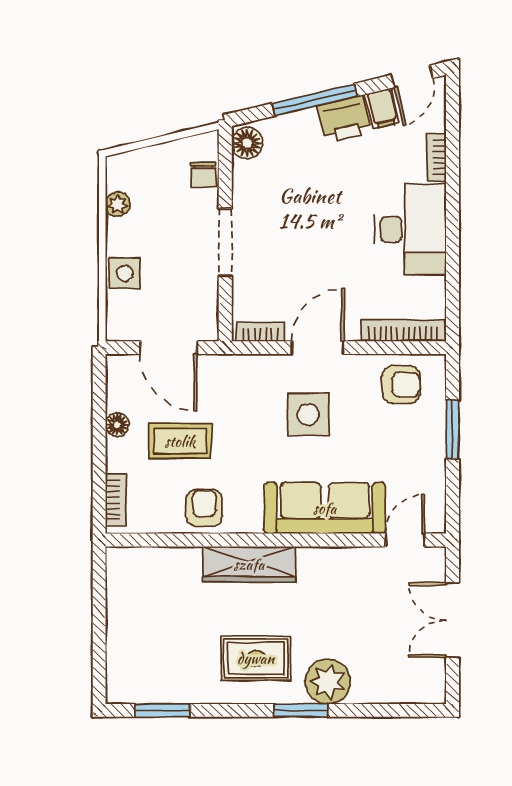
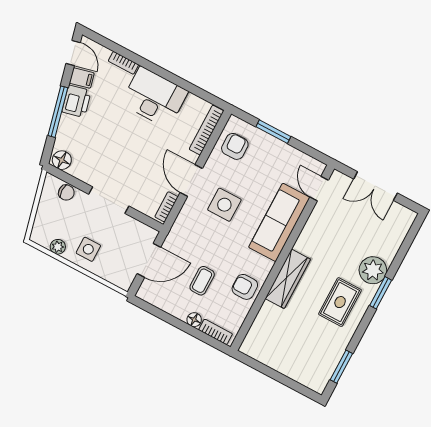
side table: (125, 273) -> (88, 249), moved
floor lamp: (117, 425) -> (194, 320), moved
coffee table: (180, 441) -> (202, 281), width x0.73, depth x0.77

